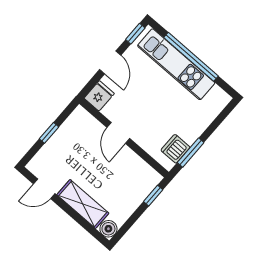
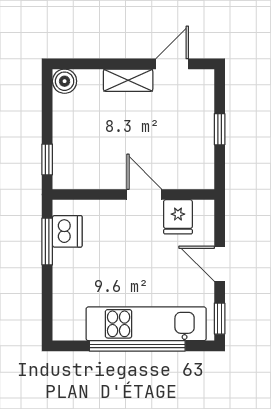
fridge: (99, 96) -> (178, 217), moved
shelving: (83, 204) -> (128, 80), width x0.67, depth x0.75

